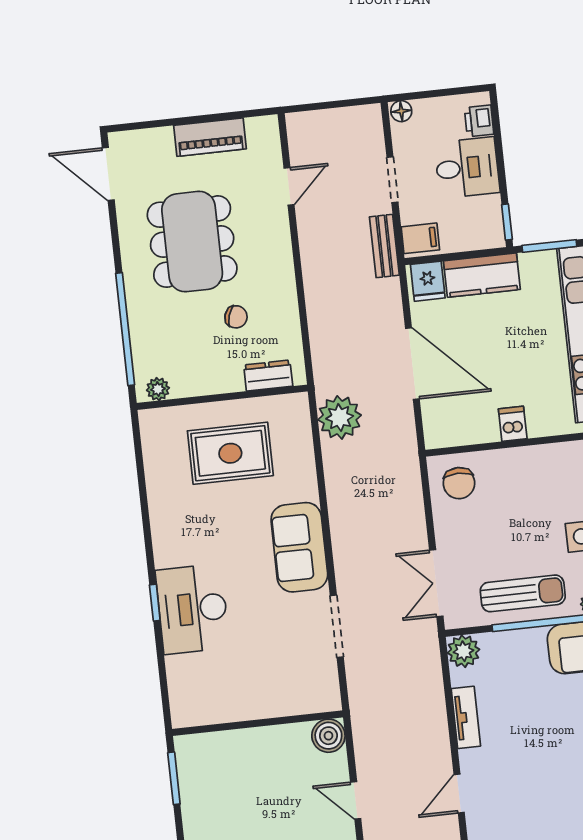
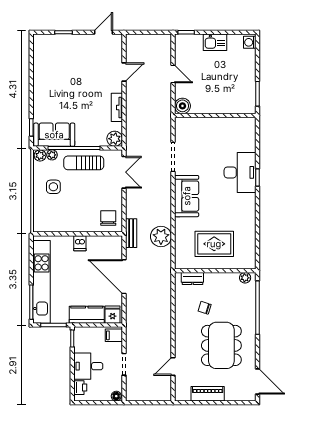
bench: (384, 246) -> (131, 233), moved
plant: (340, 417) -> (161, 237), moved

